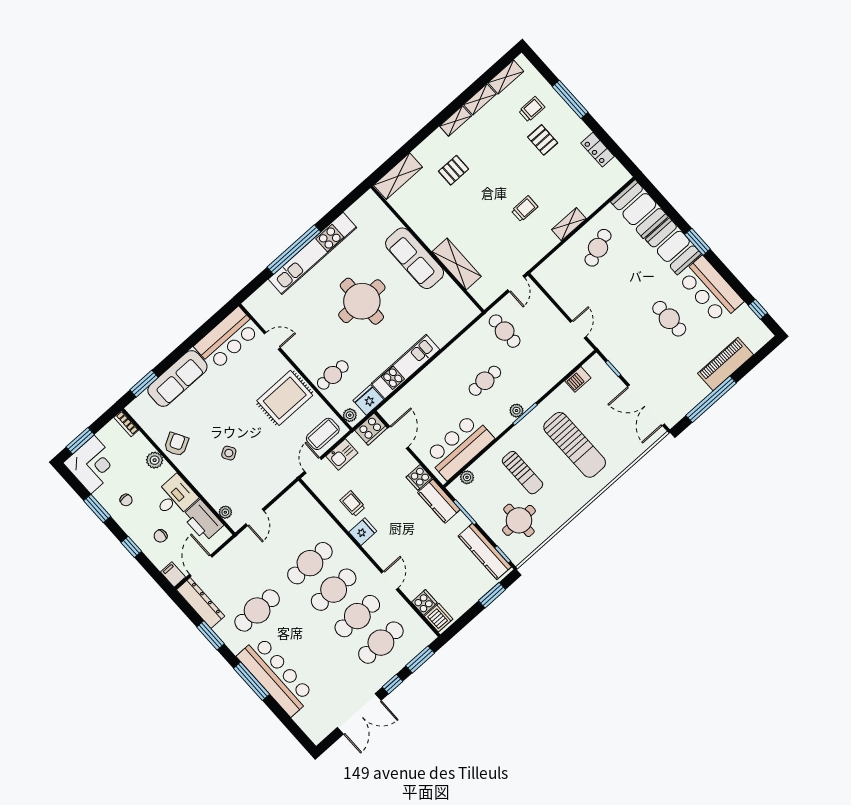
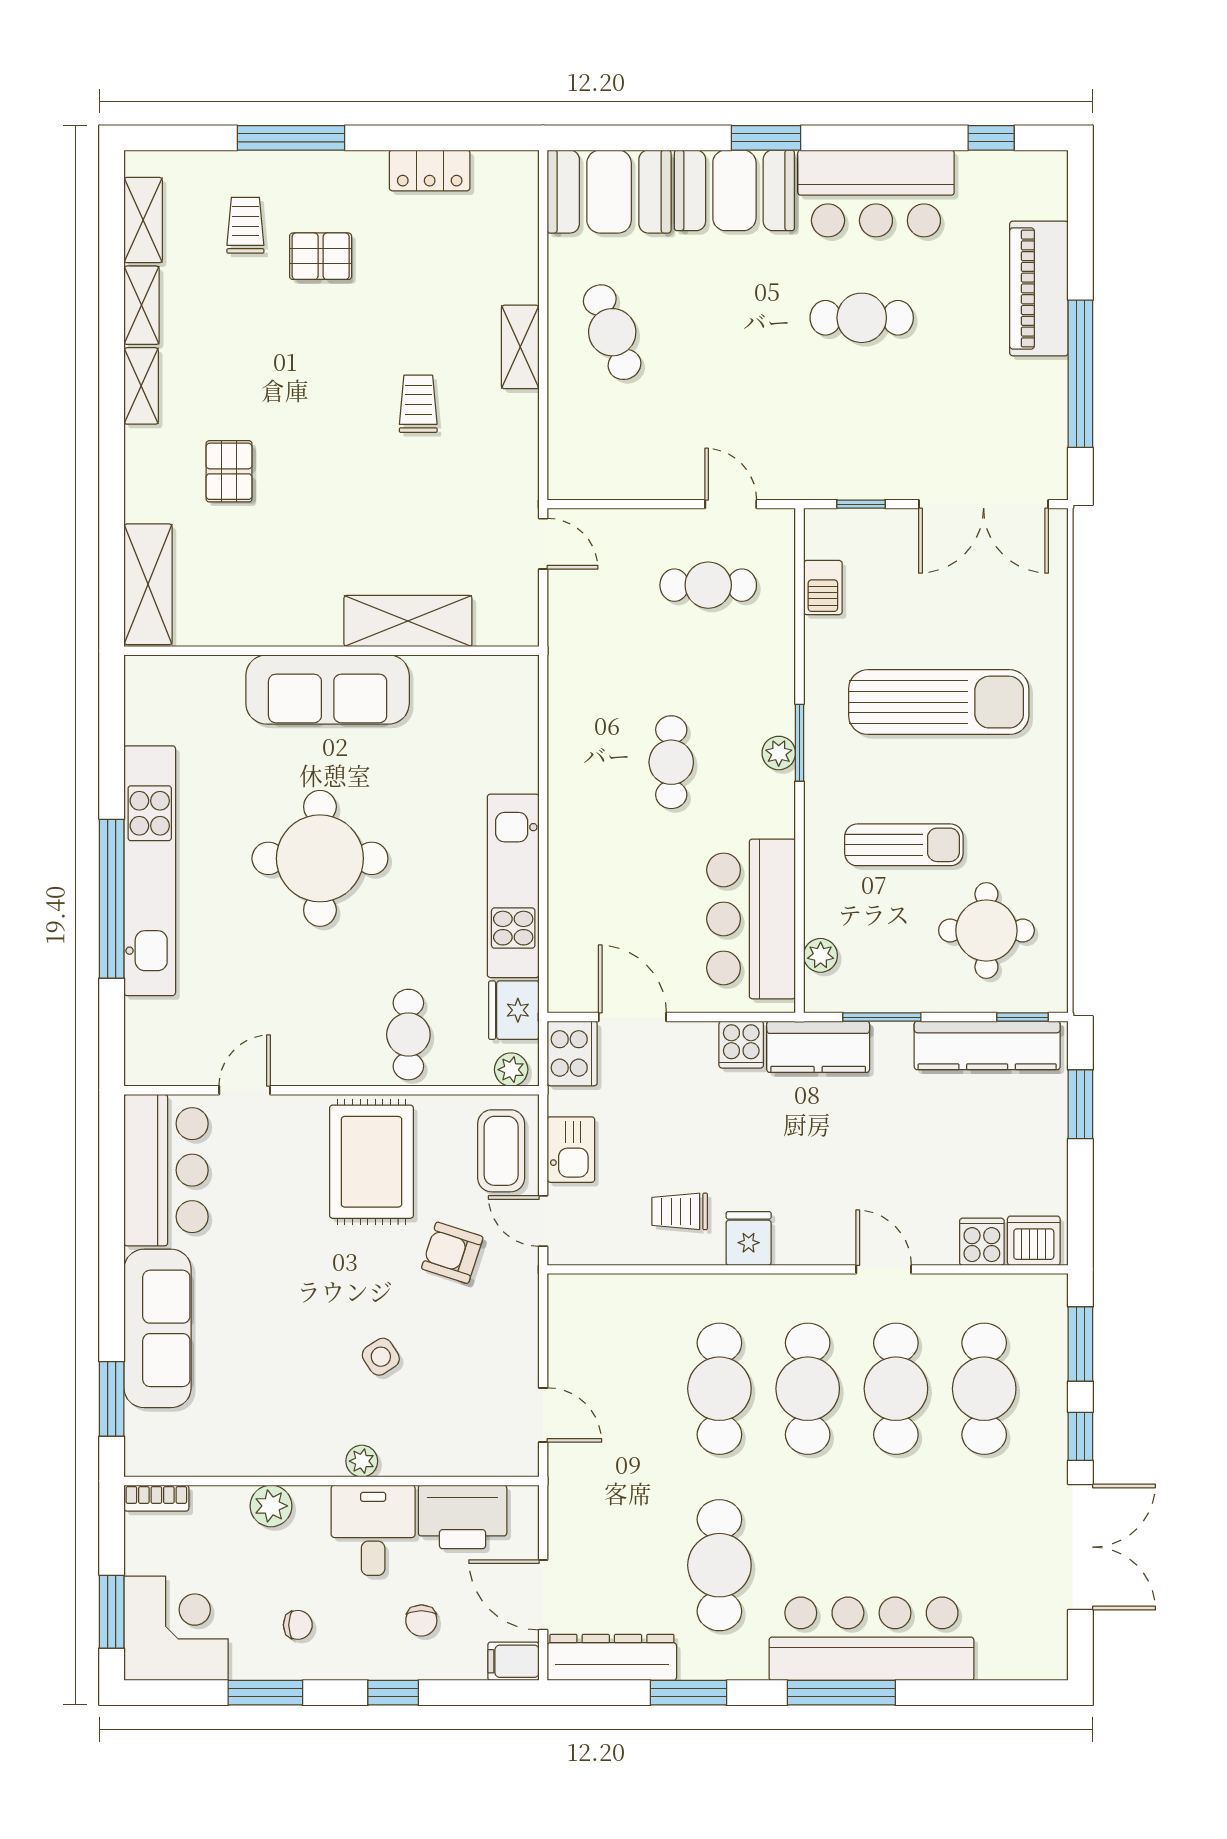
cafe table: (505, 331) -> (708, 585), moved
armchair: (176, 444) -> (452, 1253), moved, turned -43
plant: (225, 512) -> (362, 1461), moved

